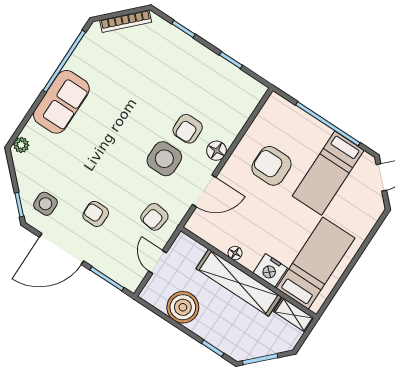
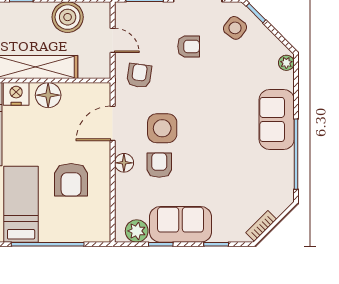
bookcase: (126, 21) -> (261, 226), width x0.64
sofa: (203, 66) -> (181, 224), added
plant: (244, 85) -> (137, 231), added
armchair: (271, 166) -> (71, 180), turned 90
side table: (45, 204) -> (235, 28), turned 37
floor lamp: (235, 253) -> (48, 95), width x1.89, depth x1.89

